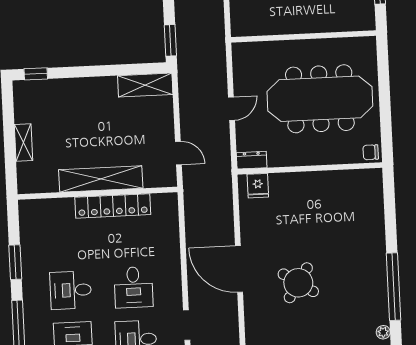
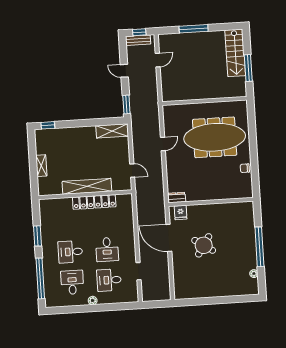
dresser: (252, 160) -> (177, 198), moved
wall: (310, 169) -> (211, 202), moved
fridge: (258, 186) -> (181, 213), moved

